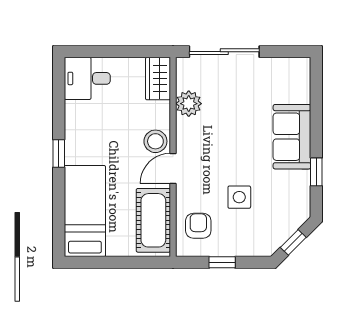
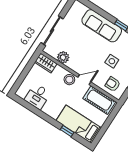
desk: (87, 78) -> (38, 96), moved
sofa: (292, 137) -> (102, 26), width x1.36
window: (59, 153) -> (67, 131), moved
door: (173, 169) -> (84, 80), swing flipped

